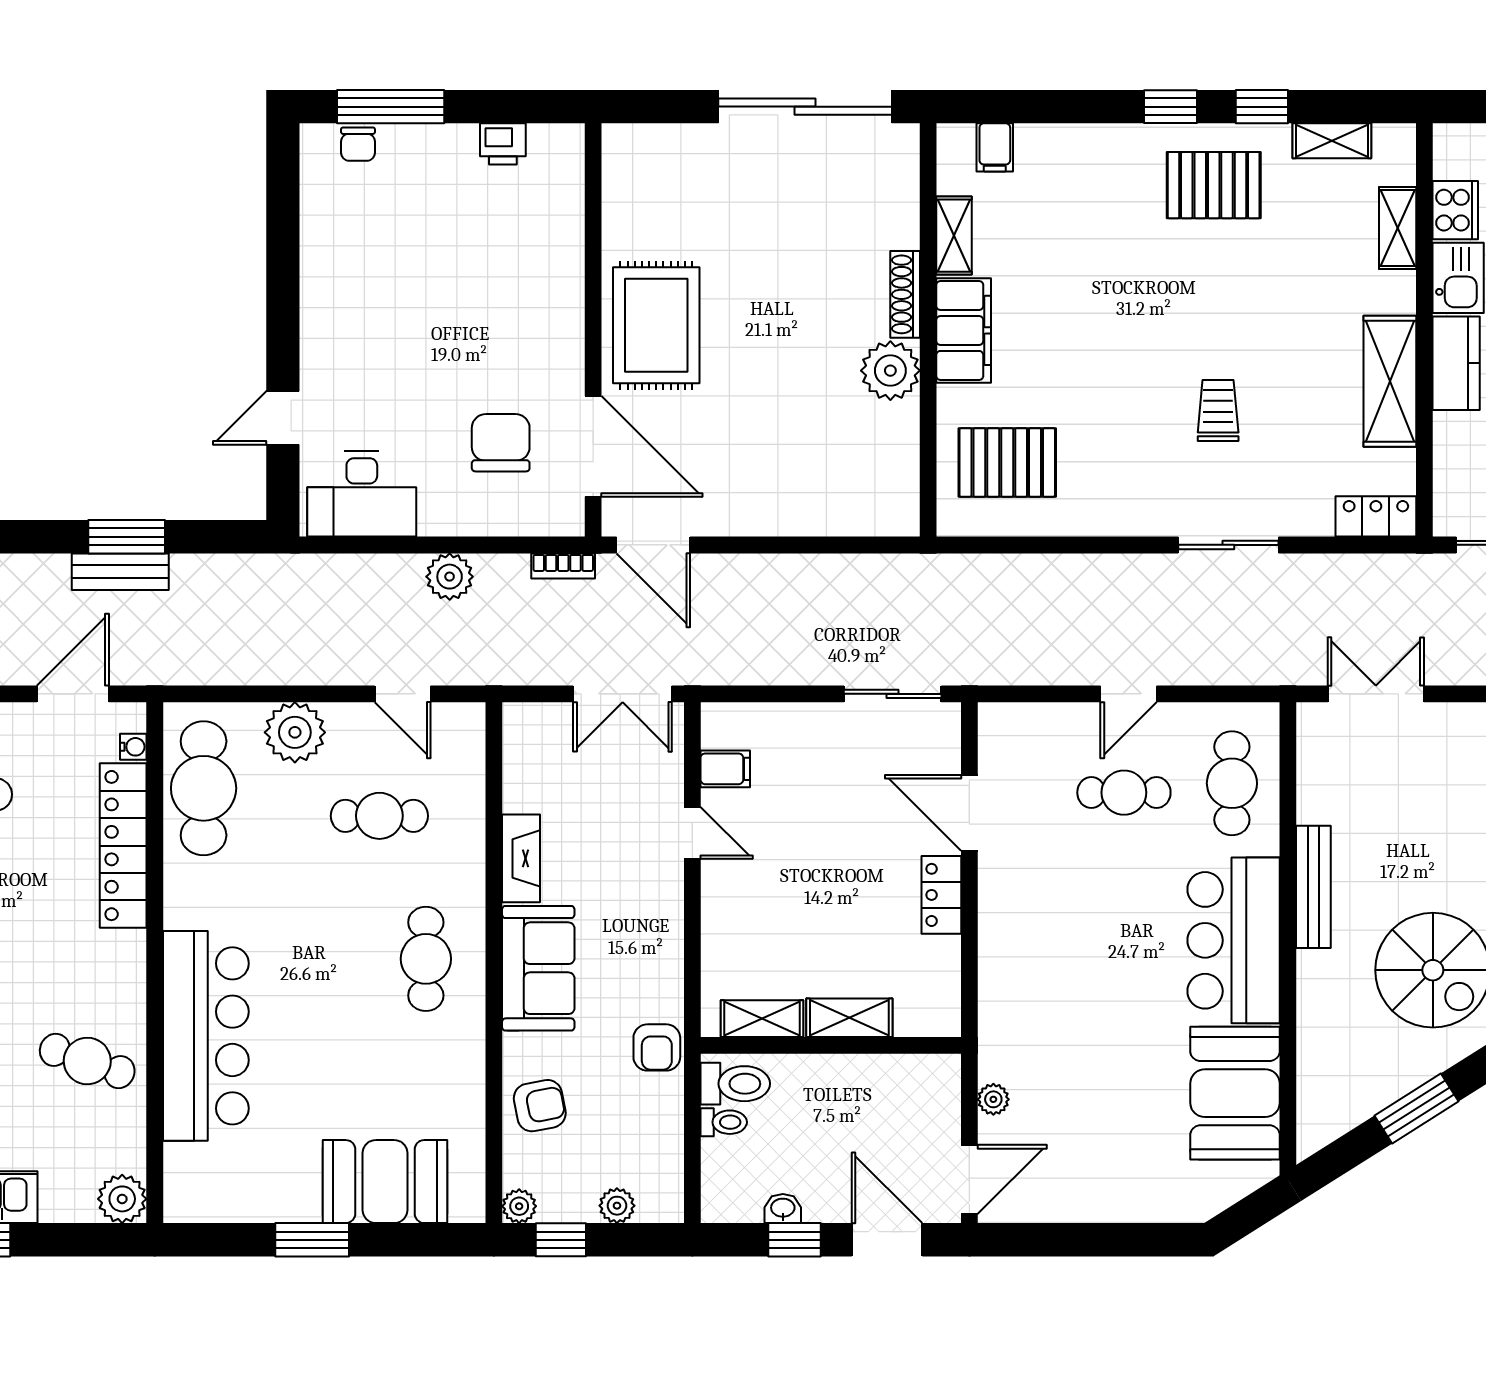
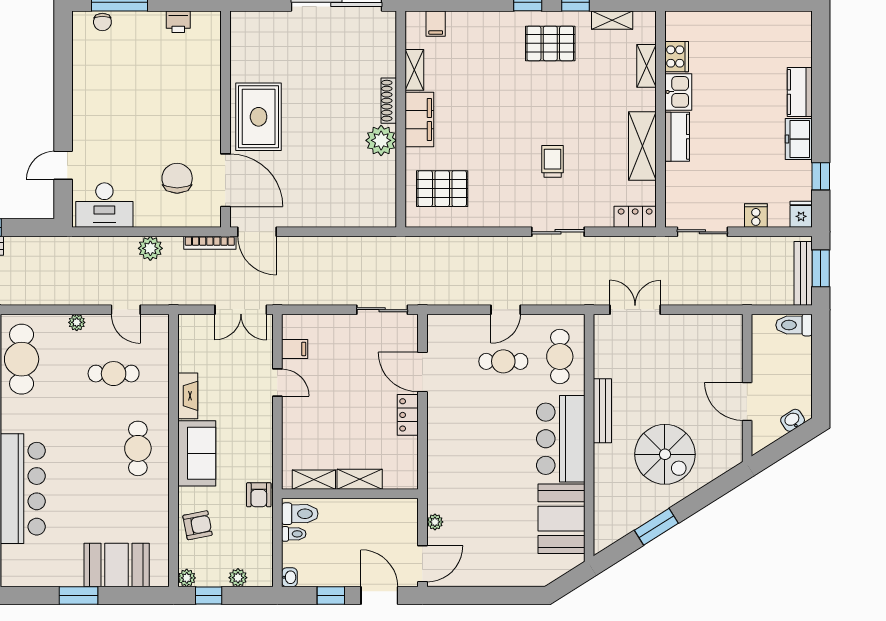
bookcase: (563, 566) -> (210, 243), width x1.56
plant: (295, 732) -> (77, 322), width x0.53, depth x0.53
washbasin: (783, 1209) -> (289, 577), moved, turned 90

